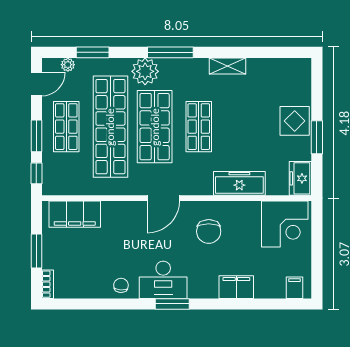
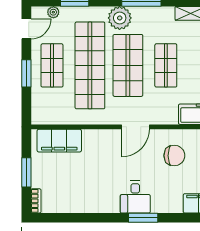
window: (36, 173) -> (26, 106), removed
chair: (209, 231) -> (174, 156), turned -90
desk: (163, 280) -> (135, 197), width x0.73
chair: (121, 285) -> (99, 202), removed

